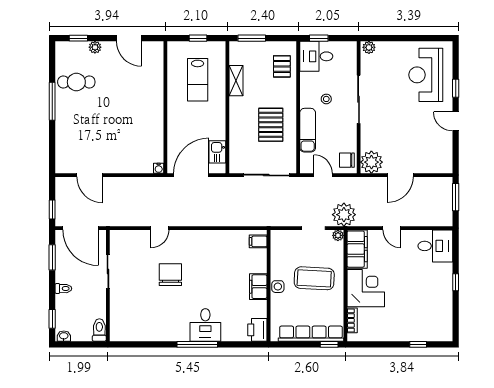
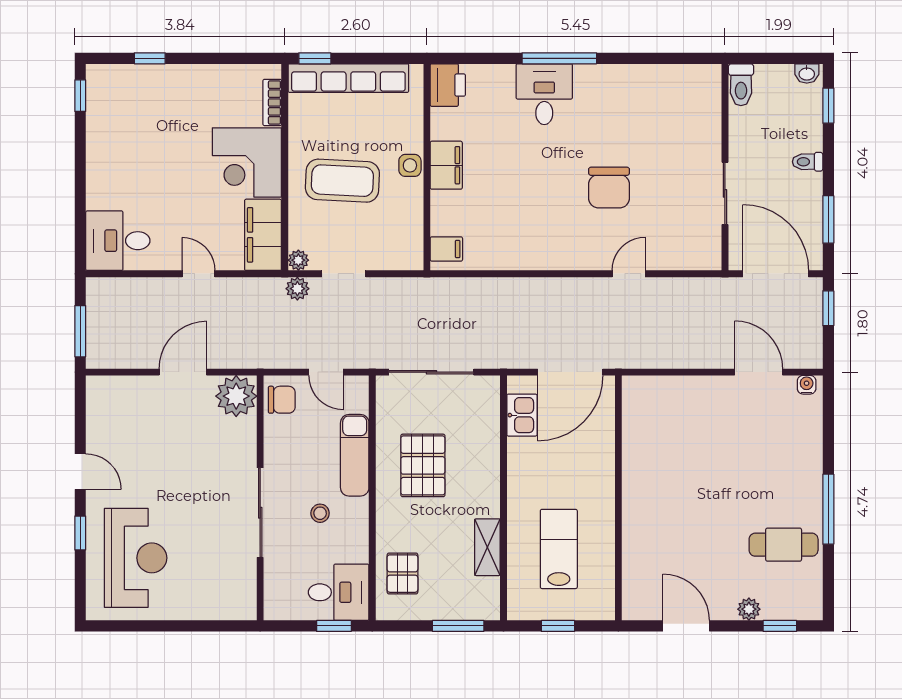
plant: (369, 47) -> (241, 609), removed
water cooler: (159, 168) -> (807, 385), moved
plant: (344, 215) -> (297, 289), width x0.53, depth x0.53
window: (456, 282) -> (80, 96), moved

